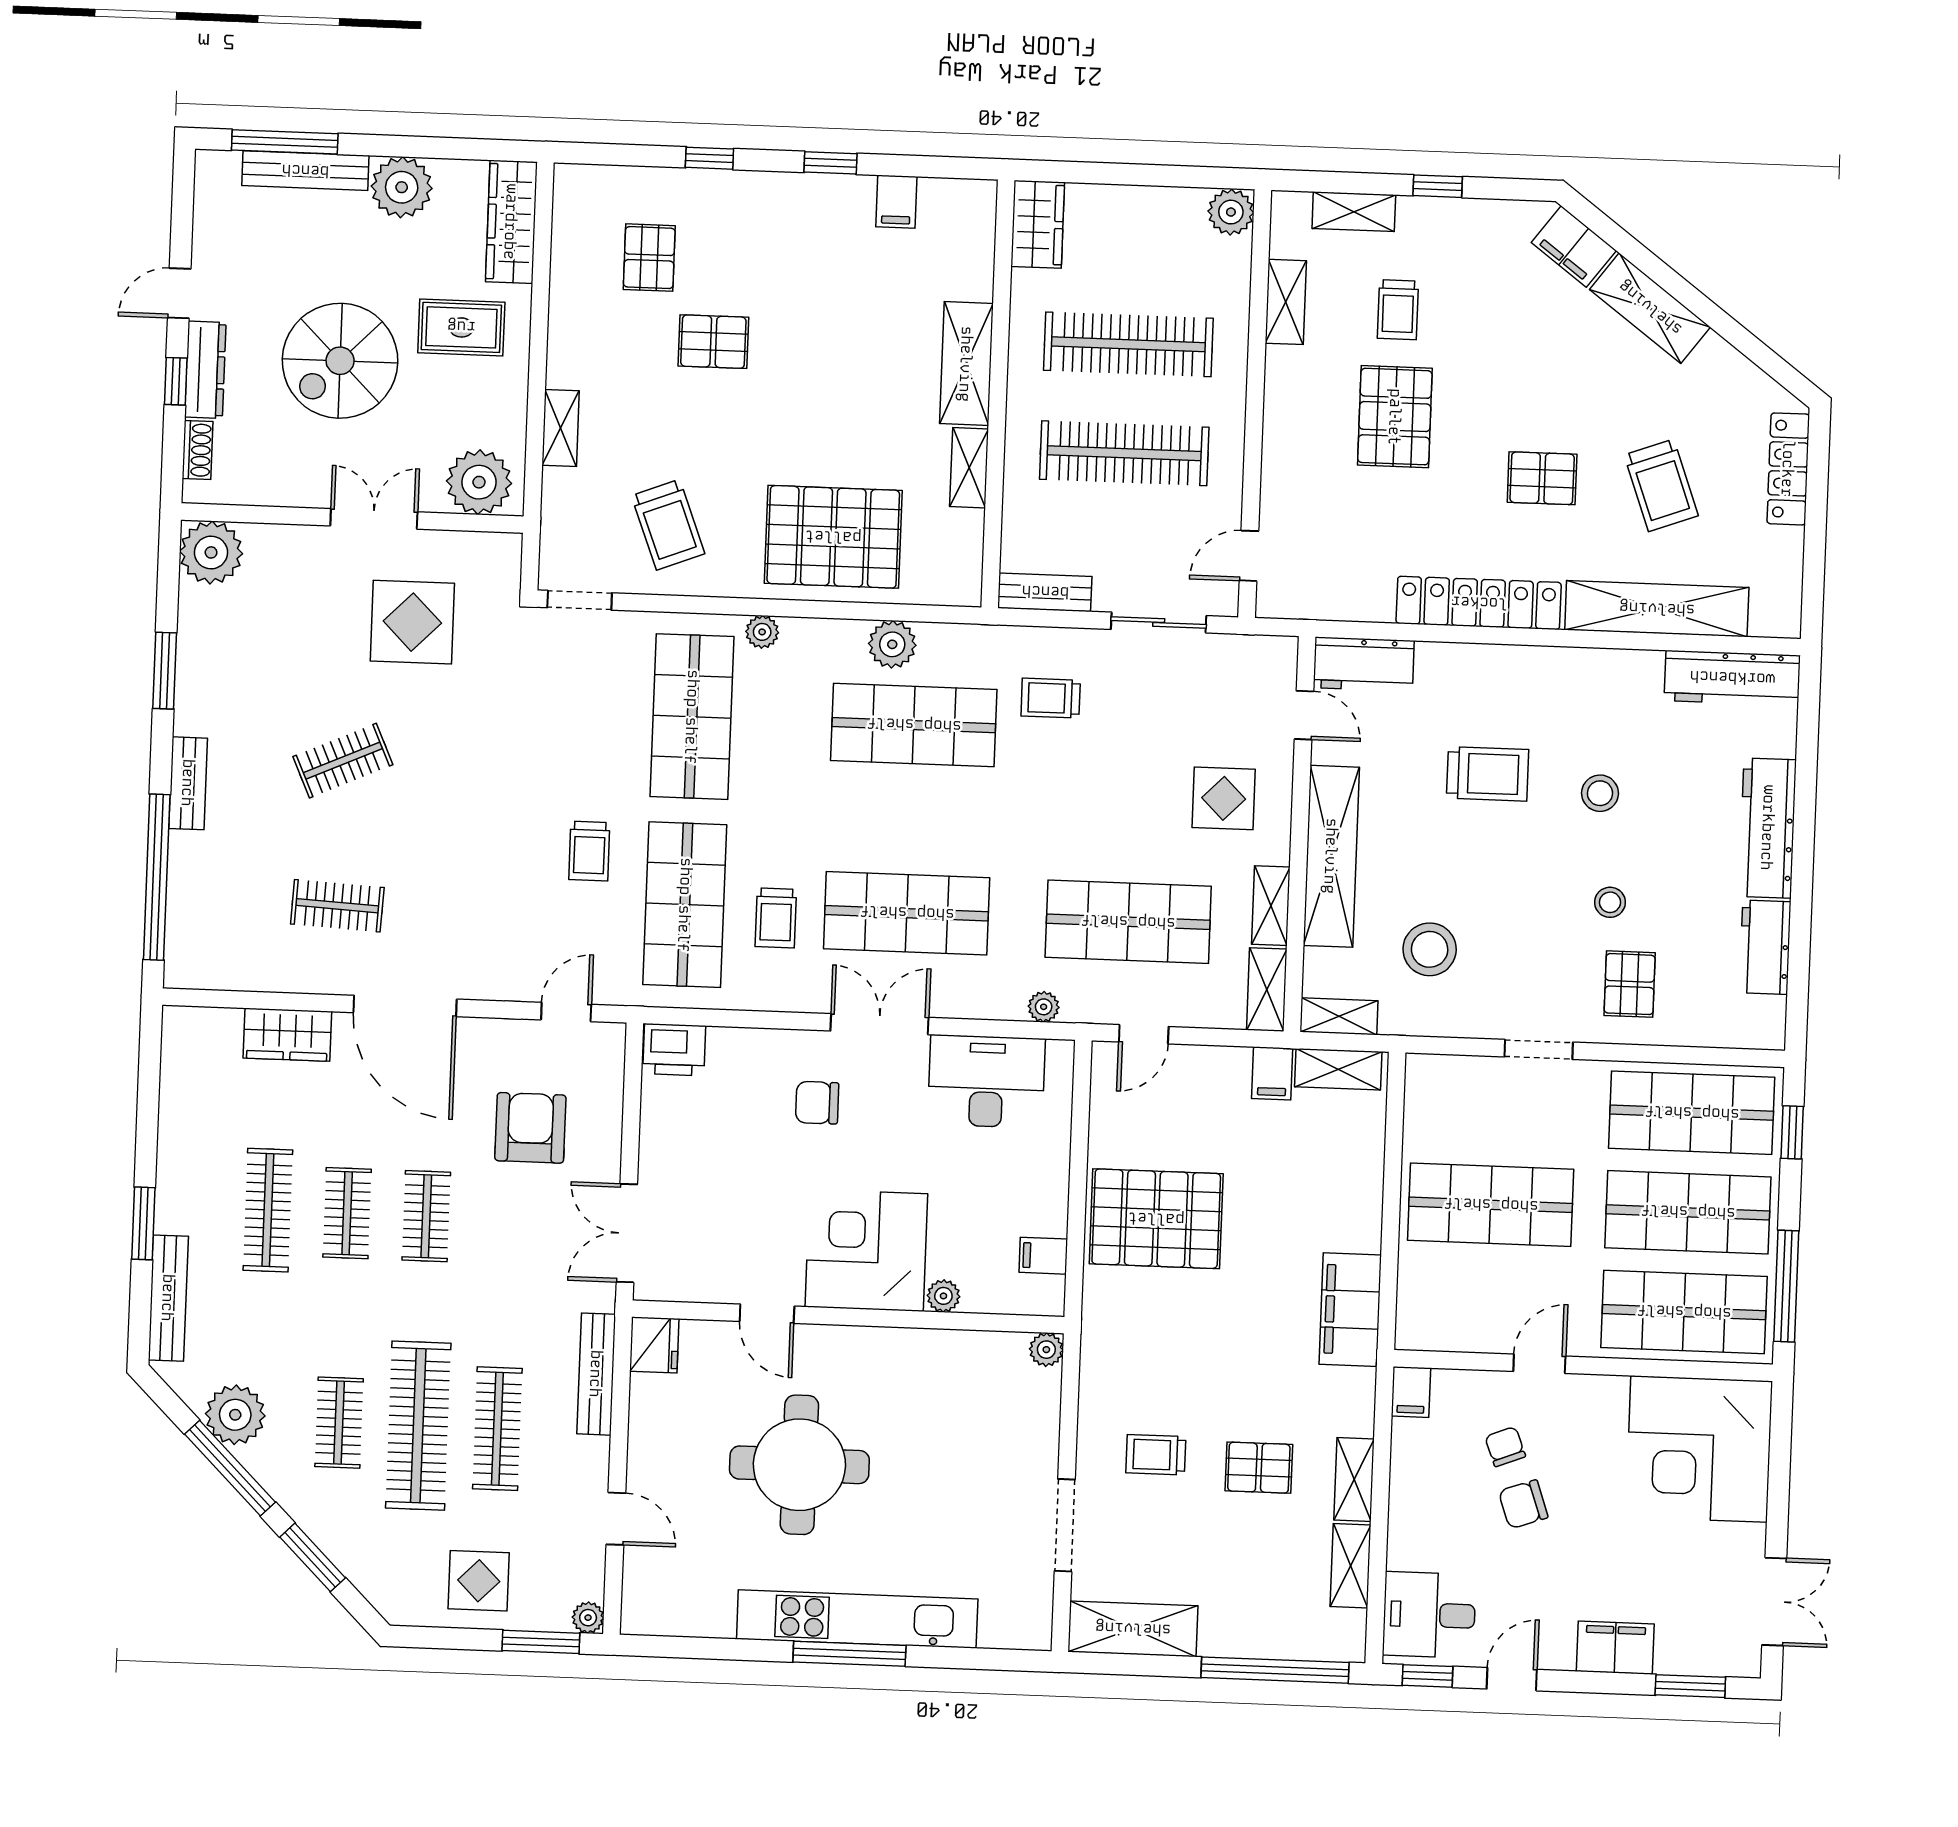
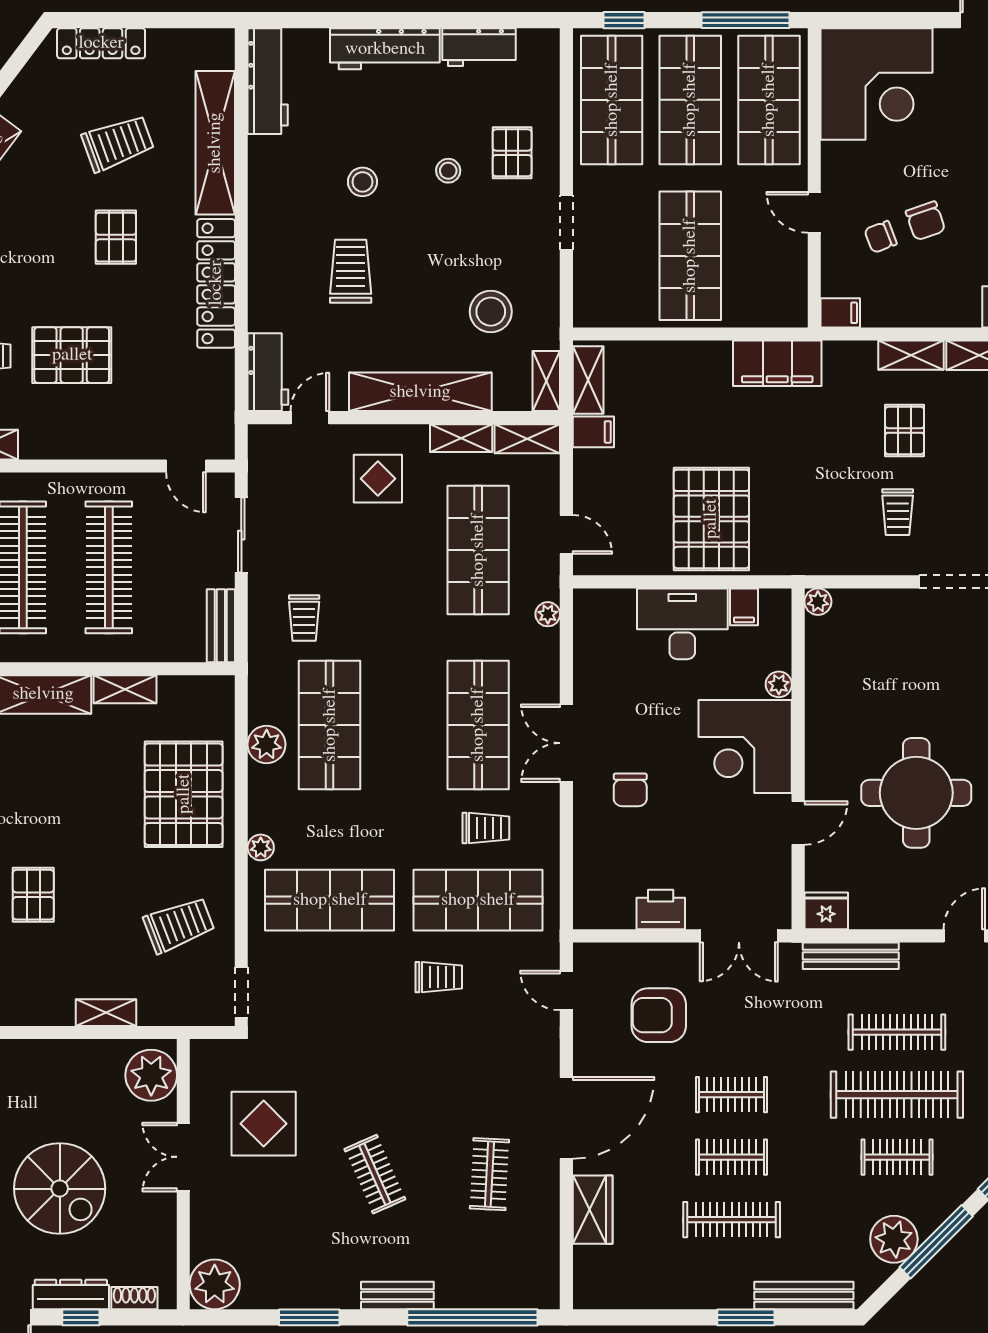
rug: (461, 327) -> (30, 1094), removed
pallet: (1630, 984) -> (512, 153), turned 90
printer: (674, 1050) -> (661, 910), moved, turned -90
desk: (986, 1081) -> (682, 624), moved, turned 90

